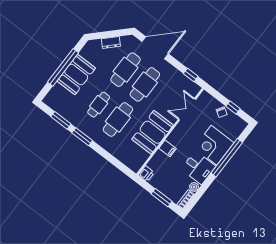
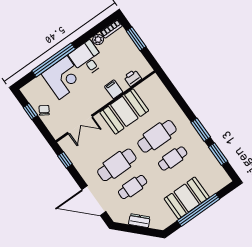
cafe table: (126, 70) -> (133, 187), width x0.73, depth x0.74
printer: (146, 174) -> (133, 78), moved

